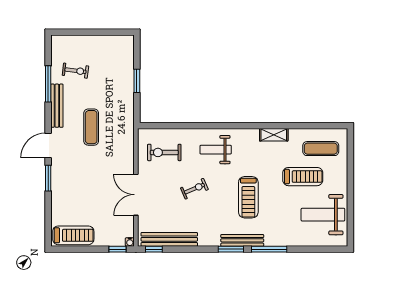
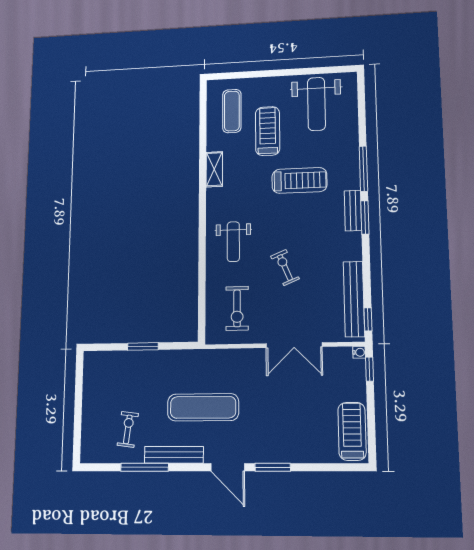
exercise mat: (91, 127) -> (203, 407), width x1.36, depth x1.45
treadmill: (248, 197) -> (299, 180), moved
bench: (242, 240) -> (353, 211), width x0.73

